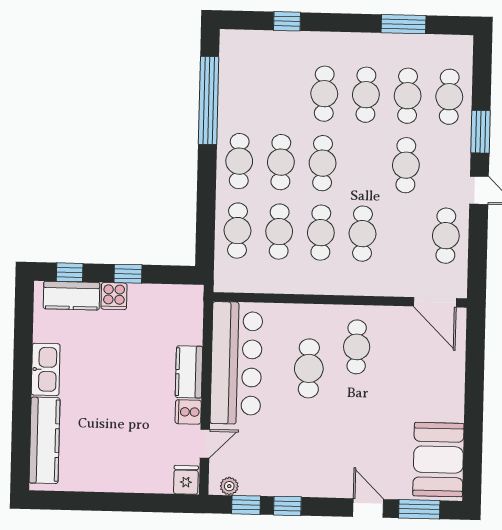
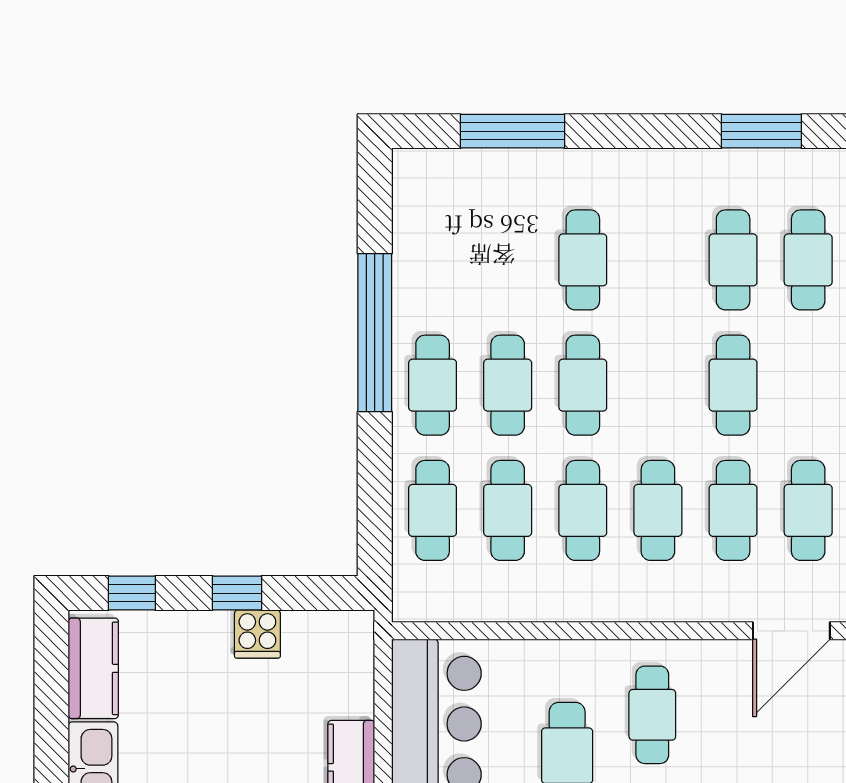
window: (287, 21) -> (512, 131), width x2.17
window: (403, 24) -> (761, 131), moved
cafe table: (366, 95) -> (733, 510), moved
window: (209, 100) -> (375, 333), moved
kitchen counter: (72, 296) -> (93, 668), moved, turned -90
cooker: (114, 296) -> (257, 634), moved
door: (435, 302) -> (791, 631), hinge flipped

